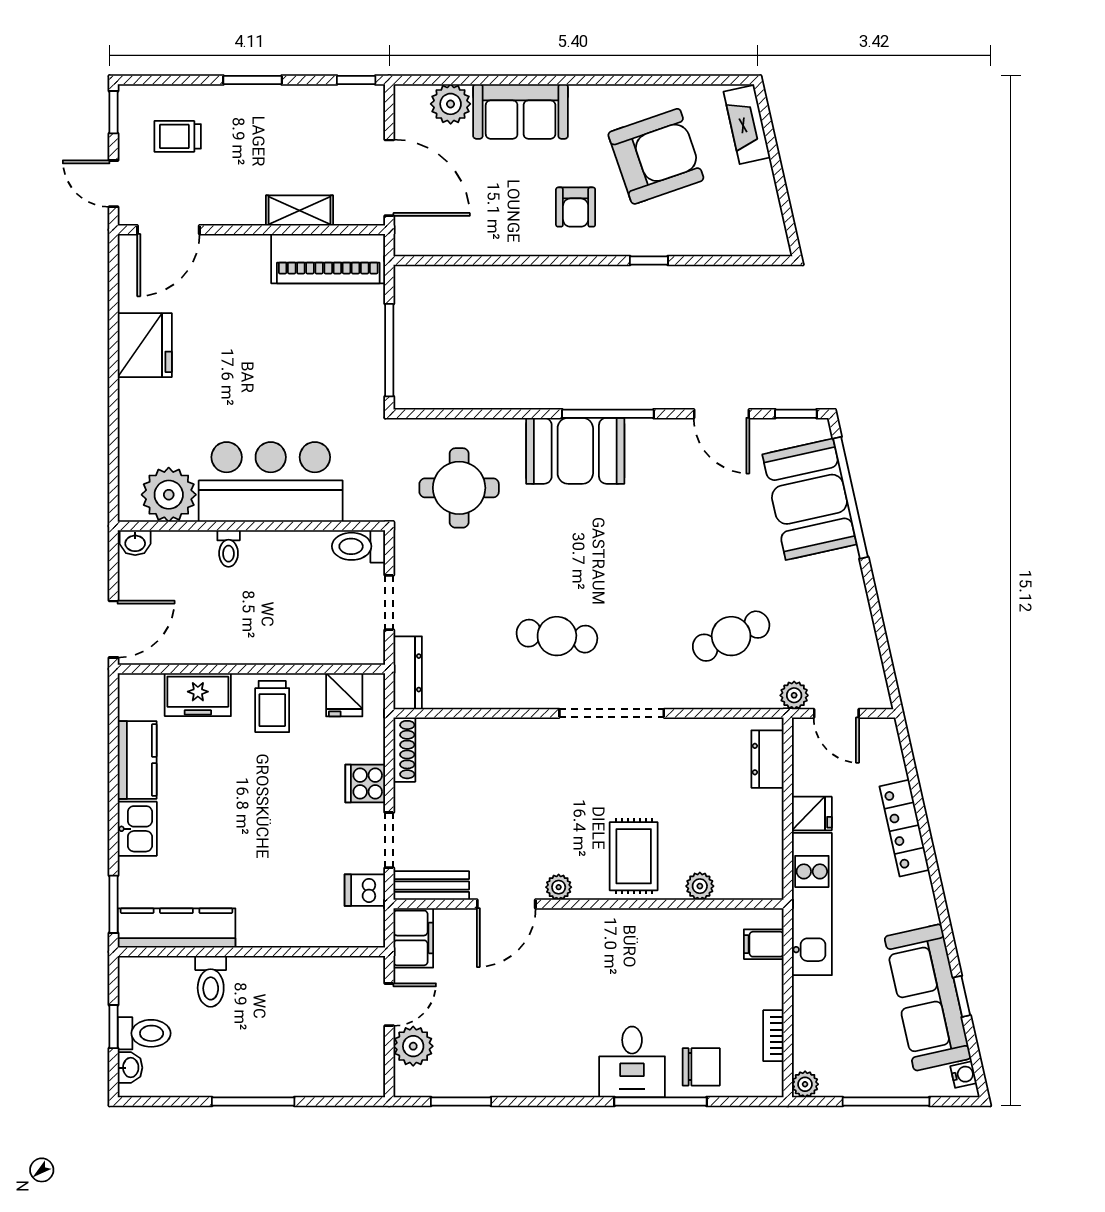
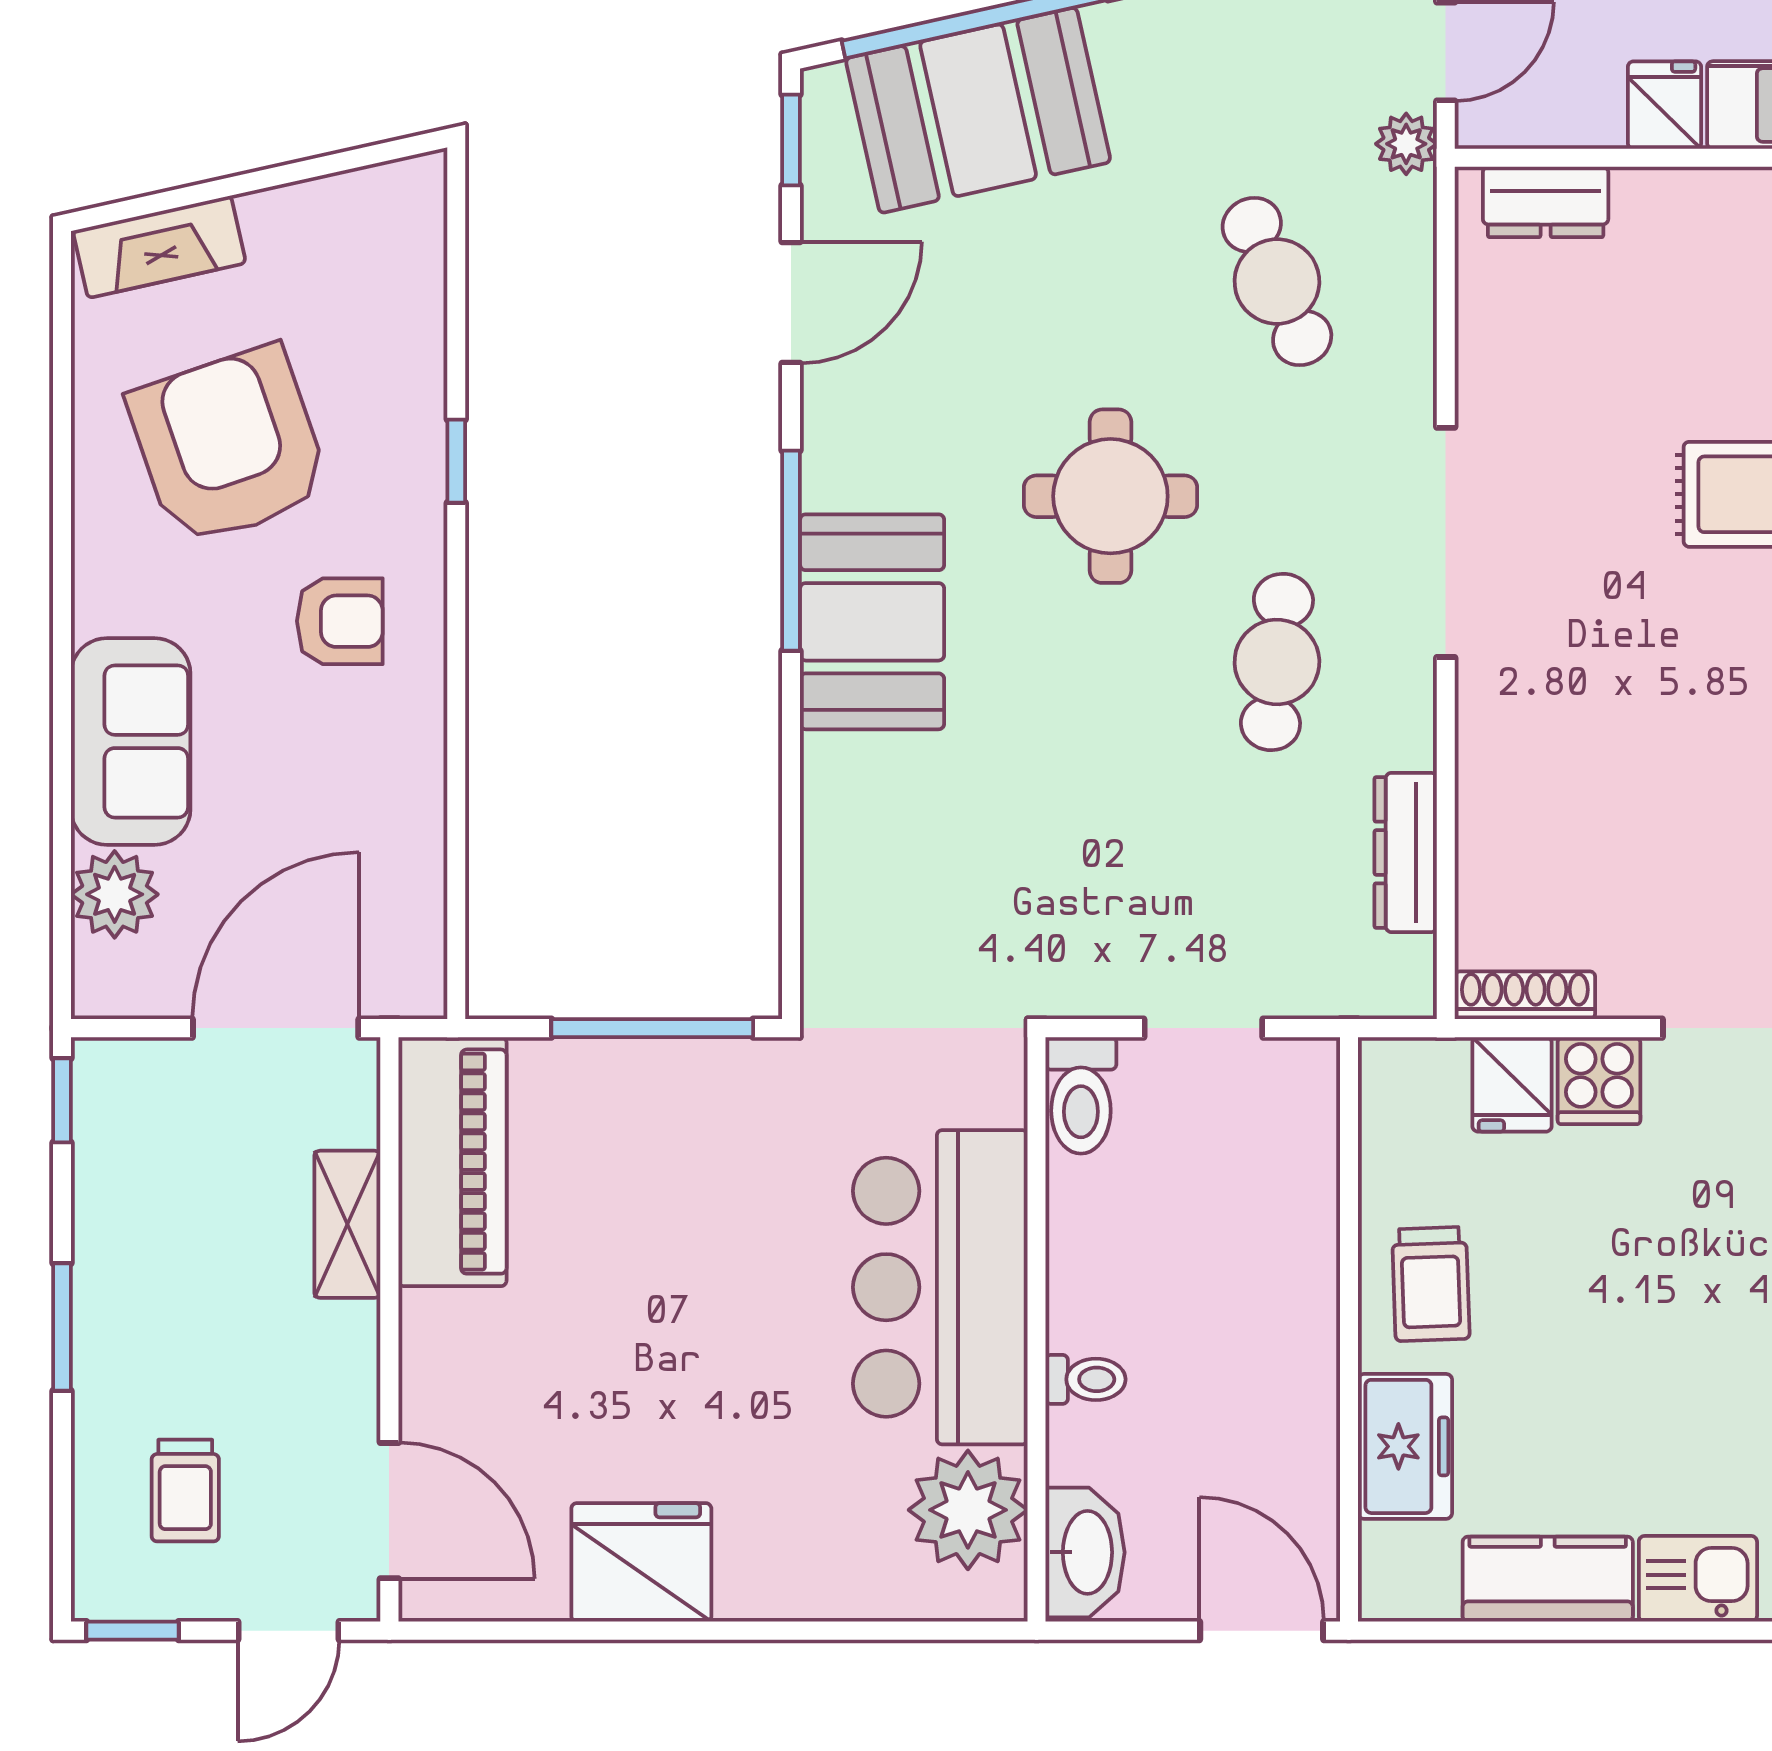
round table: (459, 488) -> (1110, 496), moved
washbasin: (135, 543) -> (1085, 1552), width x1.91, depth x1.45
dresser: (408, 673) -> (1406, 852), moved, turned -90
fridge: (344, 695) -> (1512, 1084), moved, turned 90
trolley: (272, 707) -> (1431, 1284), turned 88

